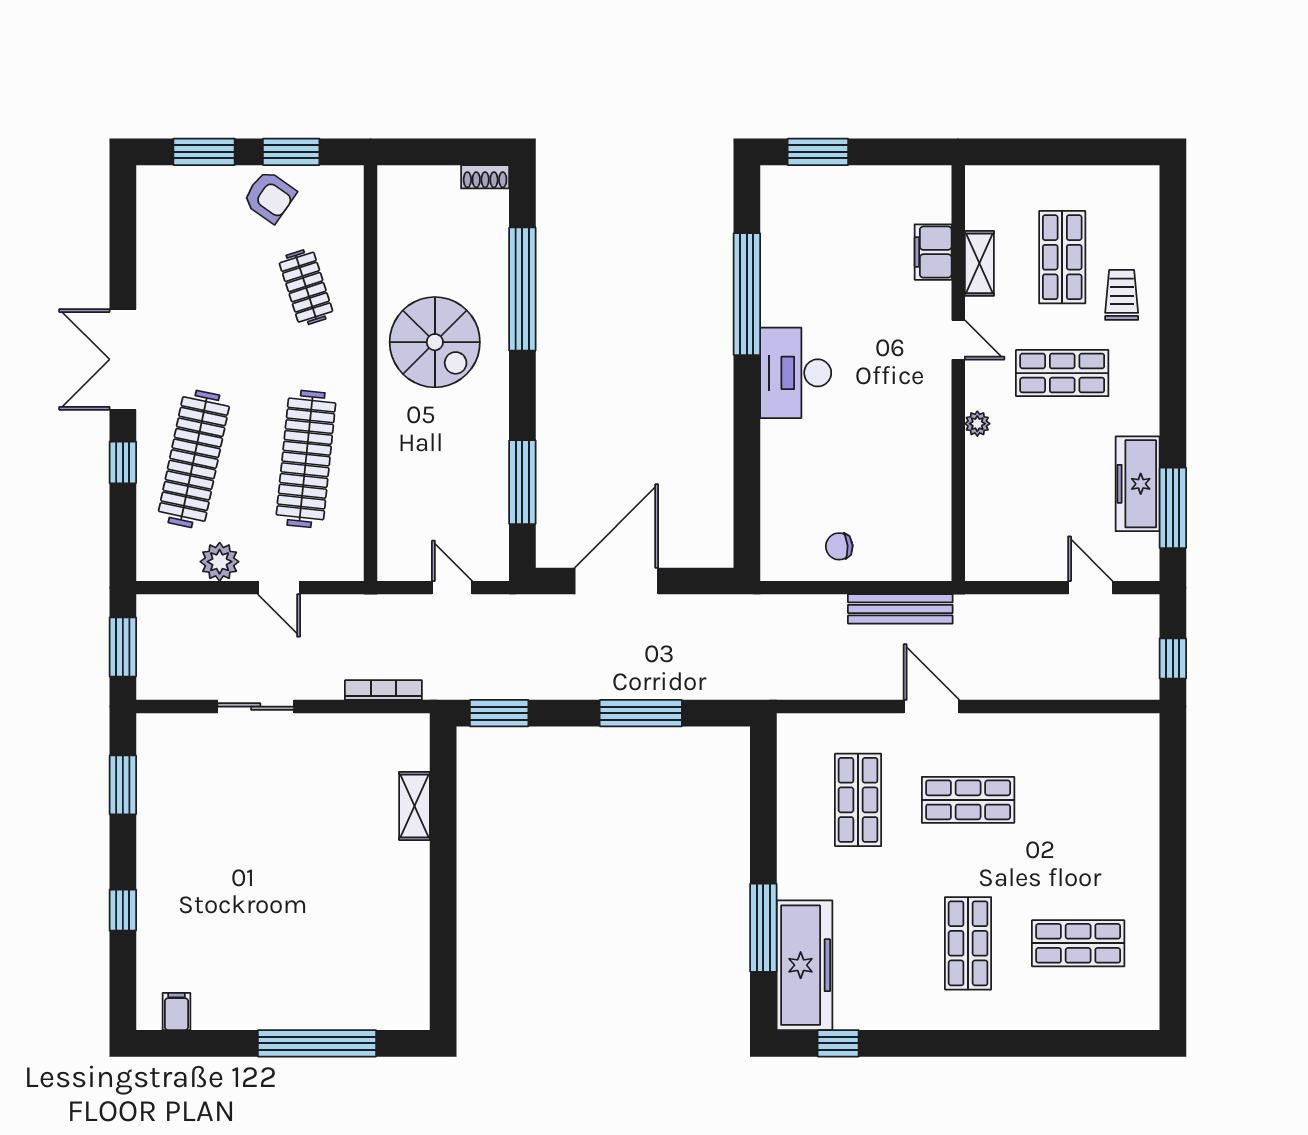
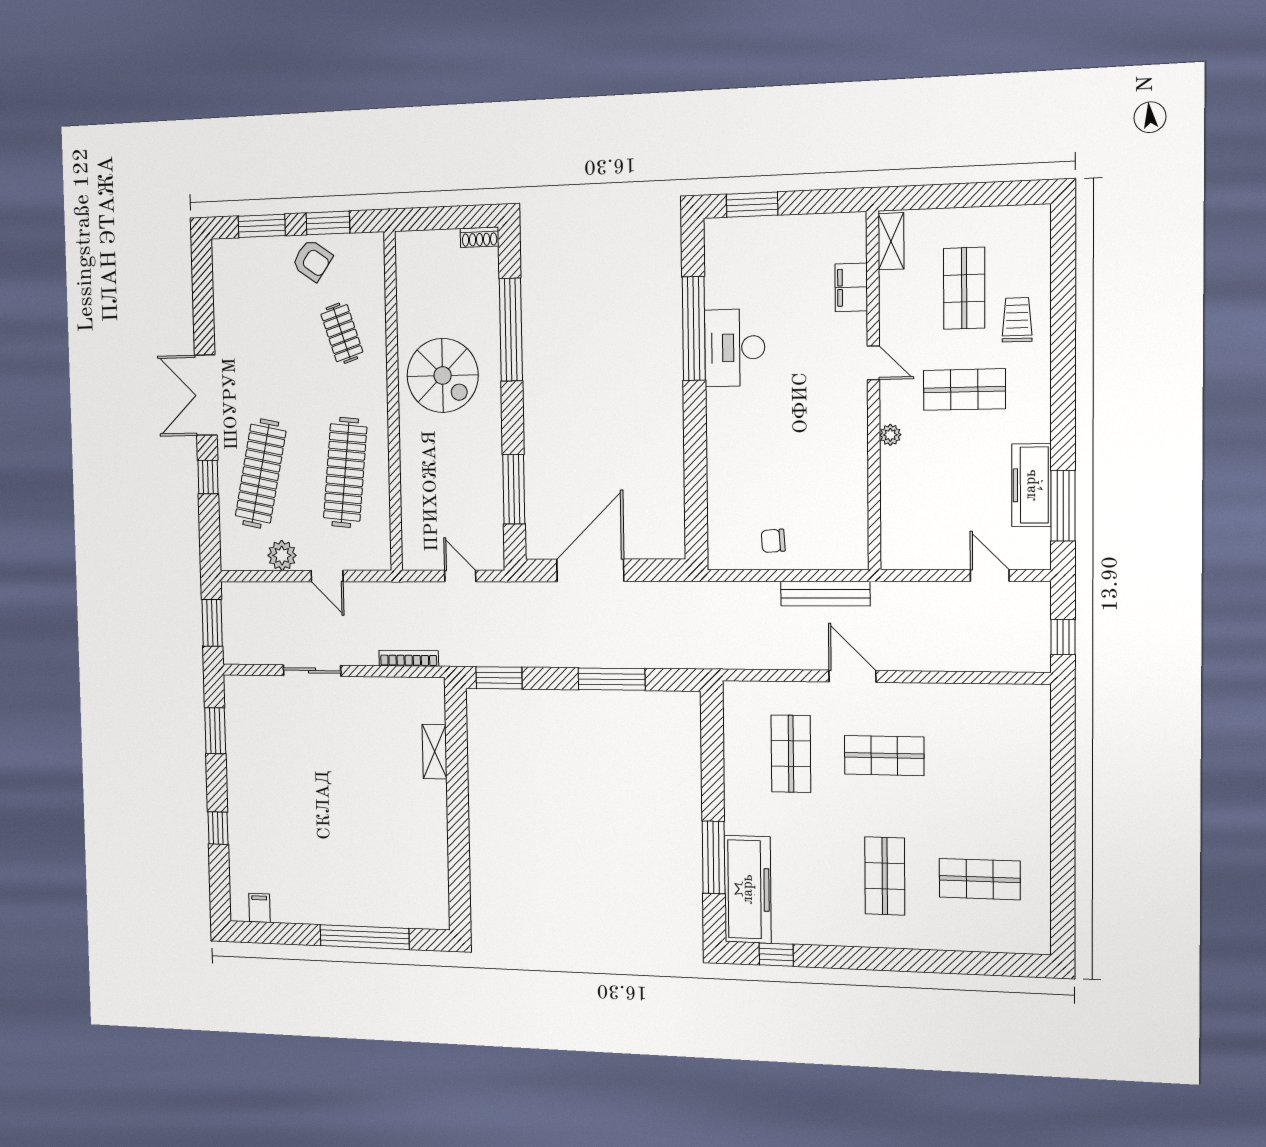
shelving: (979, 263) -> (891, 241), moved
desk: (796, 373) -> (735, 348), moved

